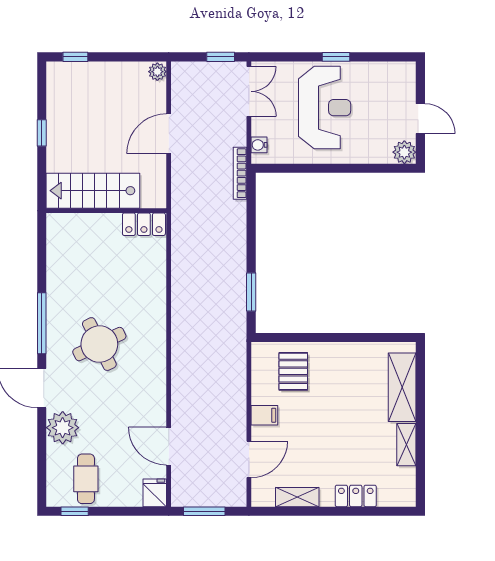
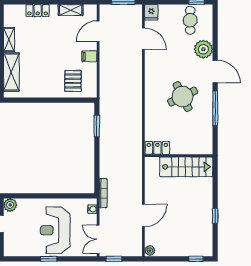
stairs: (93, 191) -> (186, 167), moved
wall: (106, 211) -> (179, 156), moved
locker: (144, 224) -> (157, 148), moved

